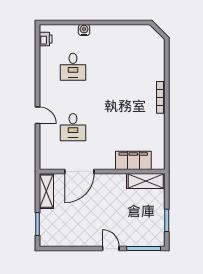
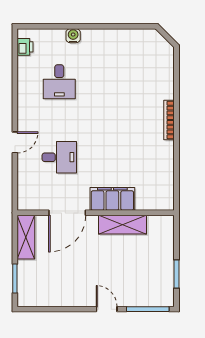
door: (37, 115) -> (15, 142), hinge flipped
desk: (73, 127) -> (59, 157), turned -90
filing cabinet: (133, 160) -> (112, 199), moved
shelving: (146, 181) -> (123, 225), moved

